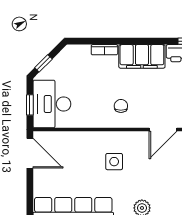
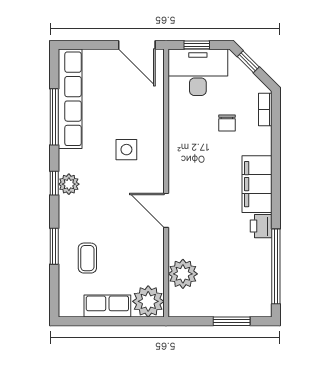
bookcase: (104, 50) -> (265, 110), moved
chair: (121, 106) -> (227, 123), moved, turned 90
door: (30, 153) -> (137, 45), hinge flipped

